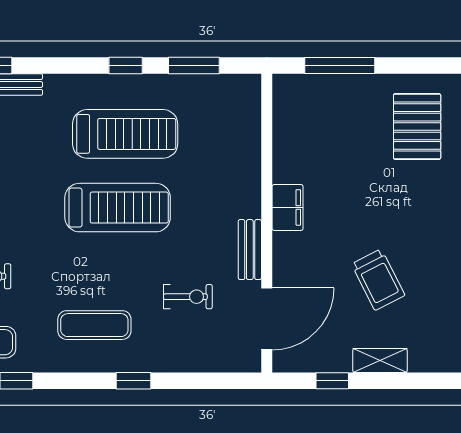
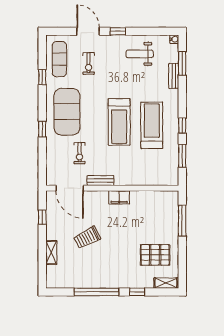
treadmill: (125, 134) -> (152, 125), turned 180
exercise mat: (94, 325) -> (67, 112), width x2.00, depth x1.45
shelving: (380, 360) -> (51, 253), moved

